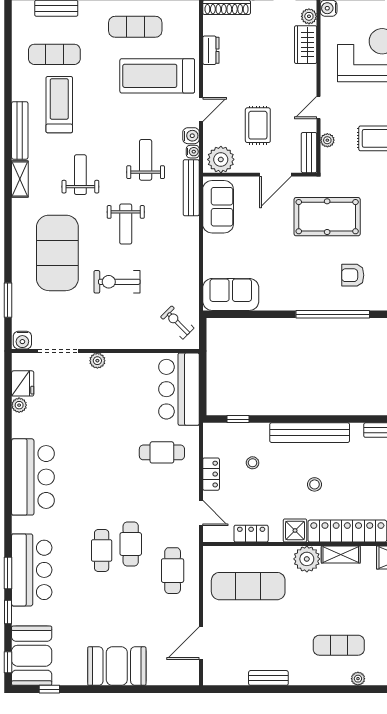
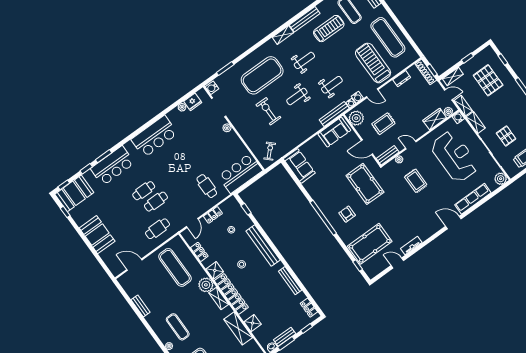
exercise mat: (135, 27) -> (388, 37), width x1.36, depth x1.45

